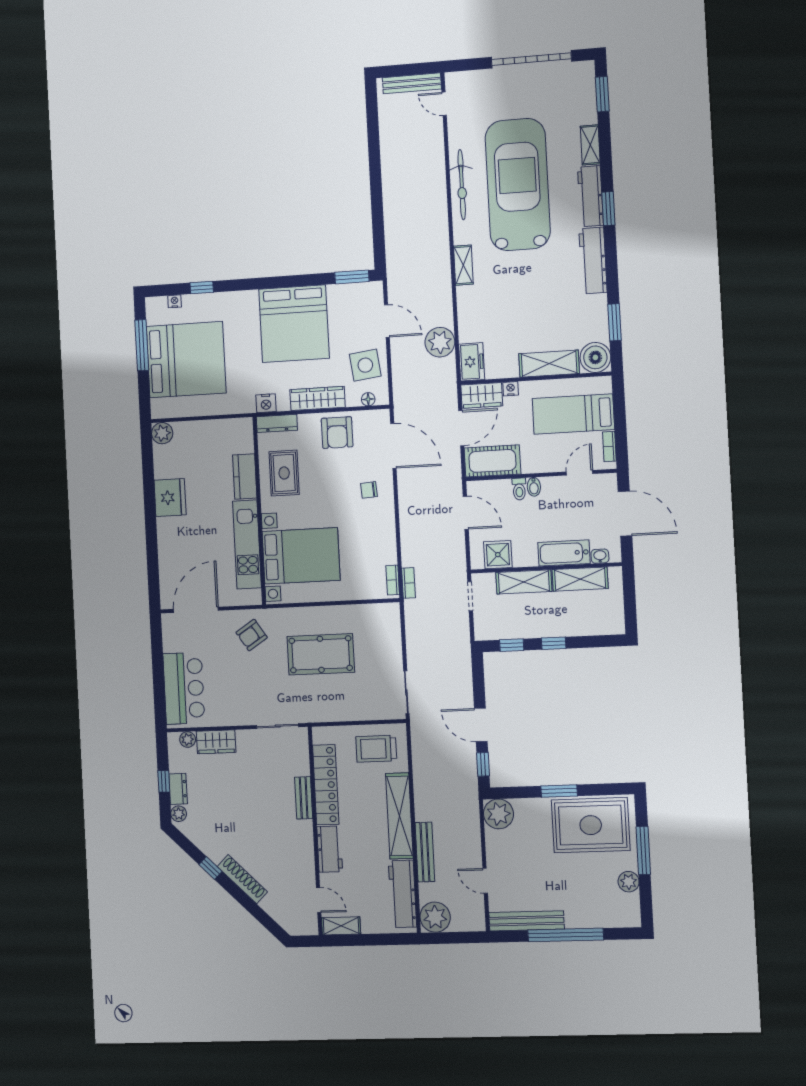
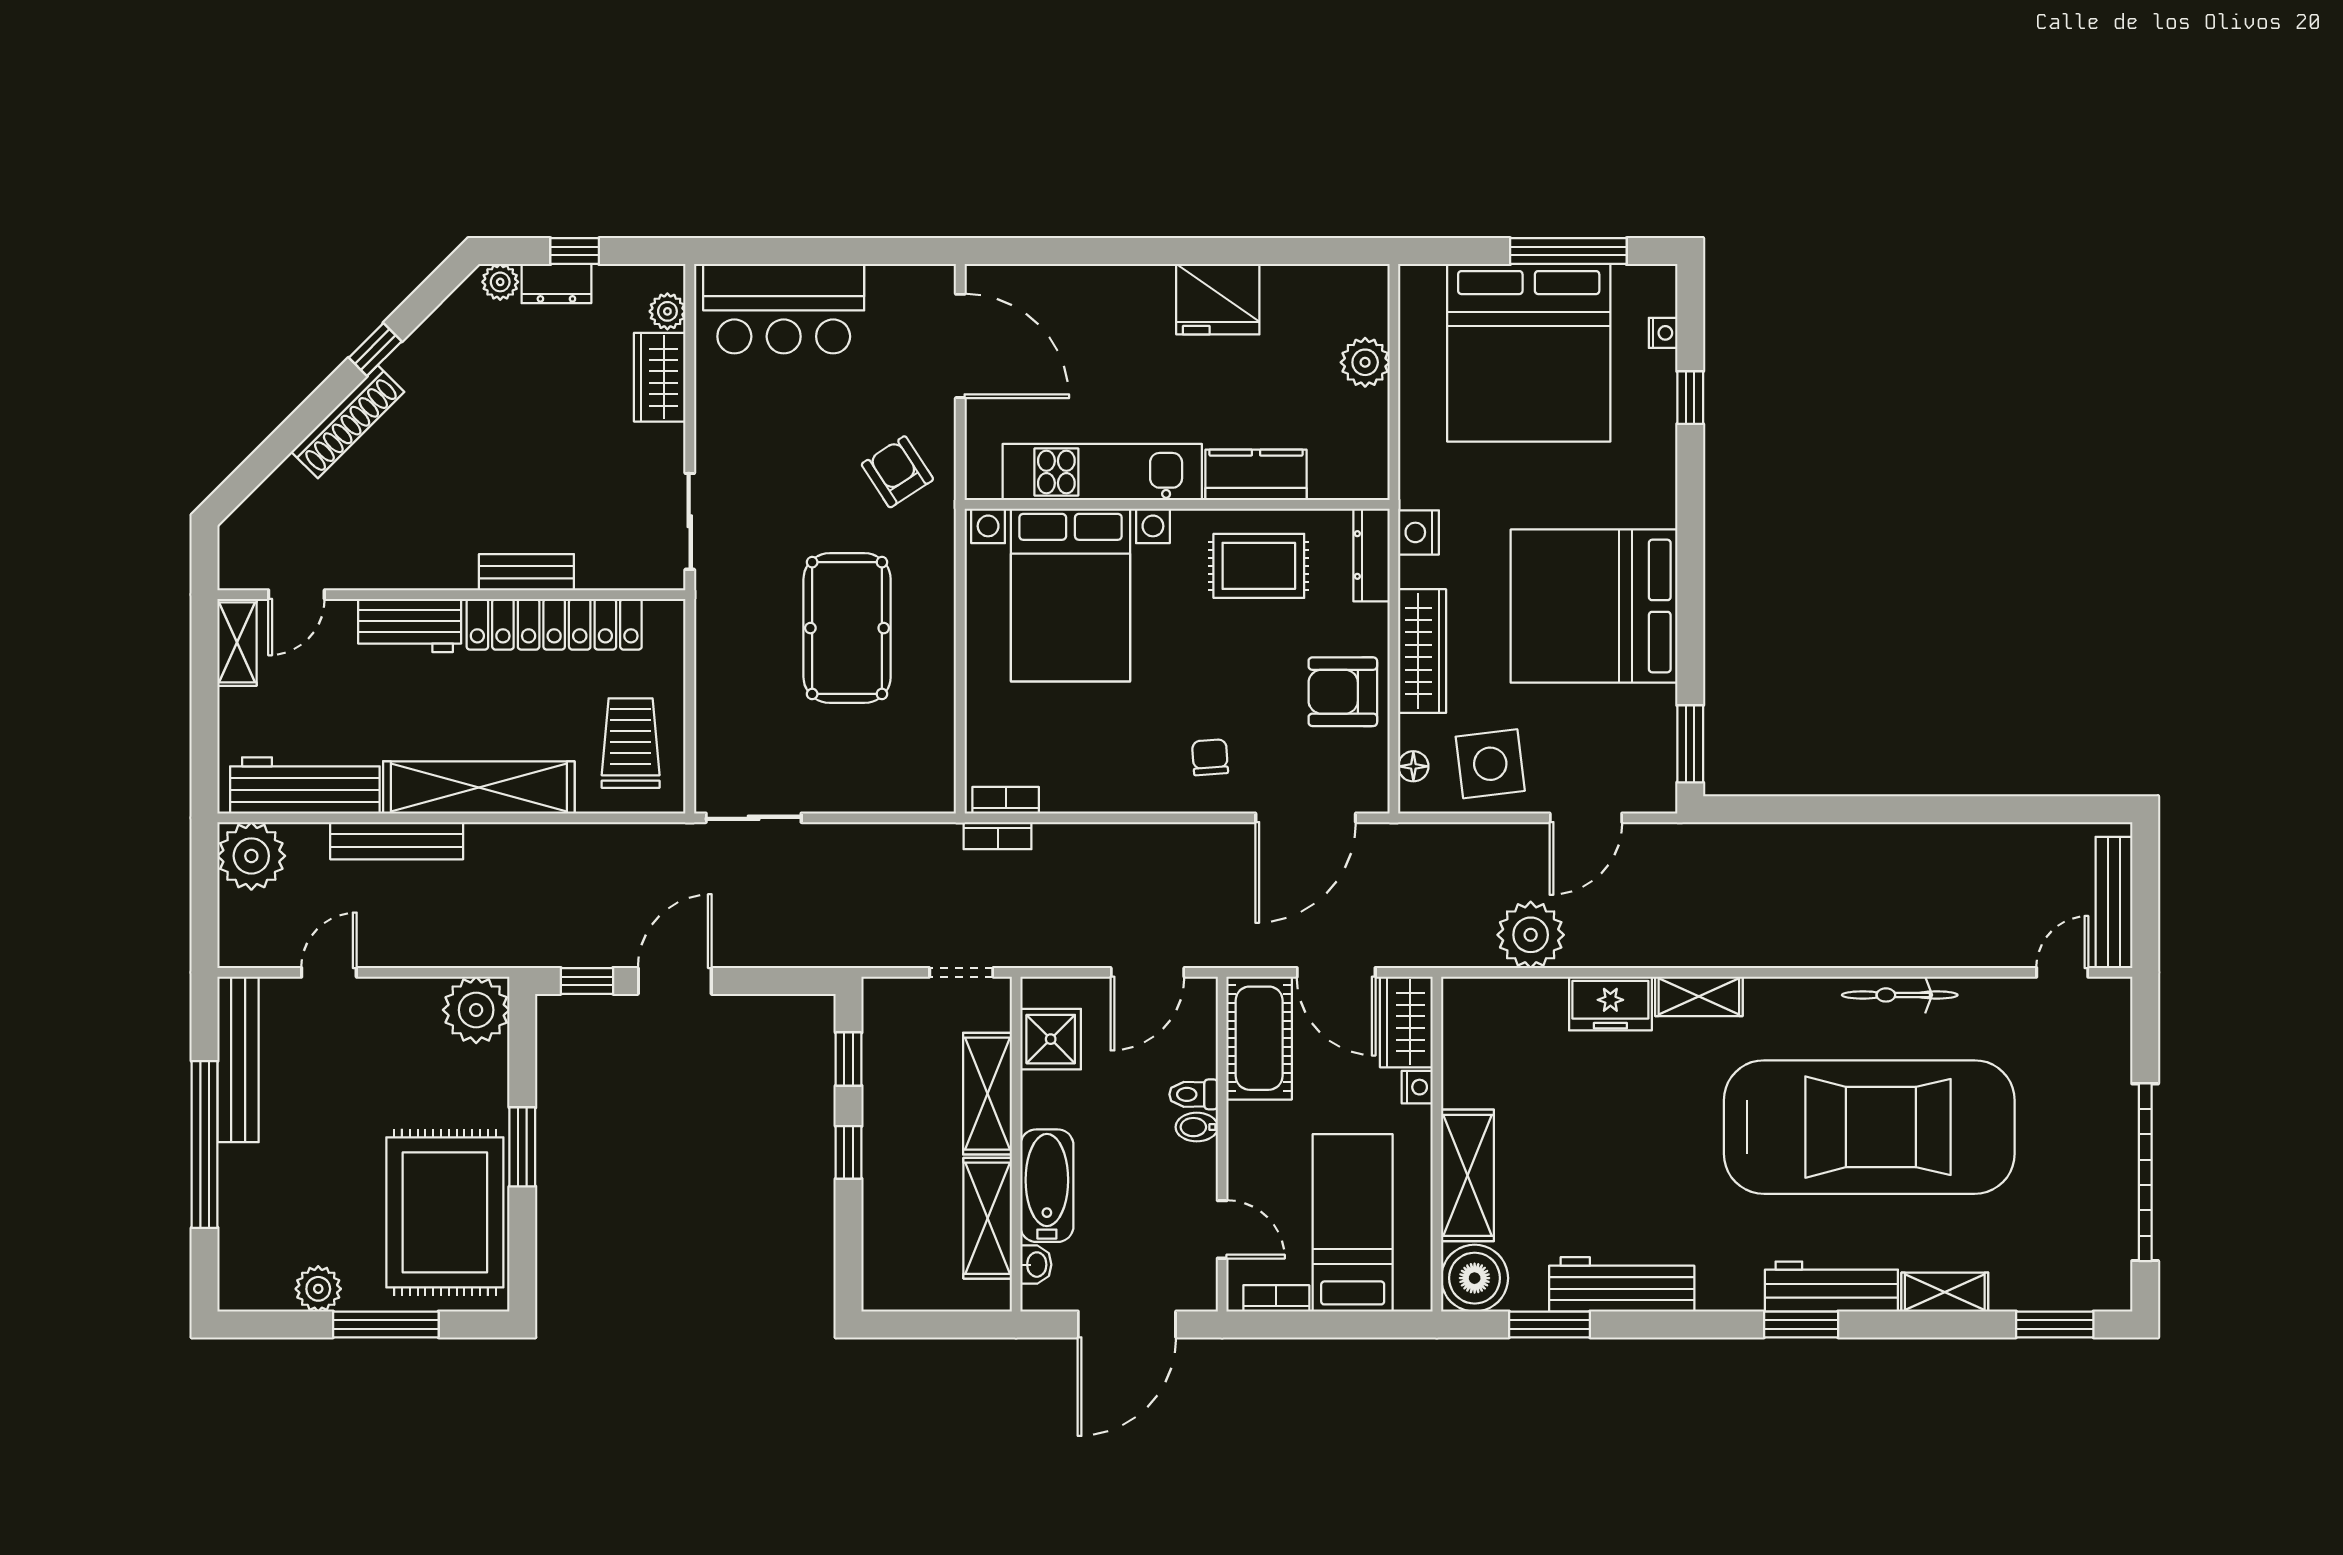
bicycle: (462, 185) -> (1900, 995), width x0.73, depth x0.71
workbench: (593, 261) -> (1622, 1284), moved
freezer: (472, 362) -> (1610, 1004), moved
plant: (162, 433) -> (1365, 362), moved

